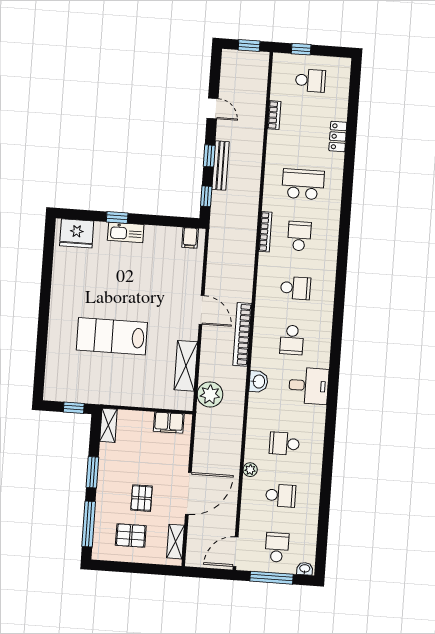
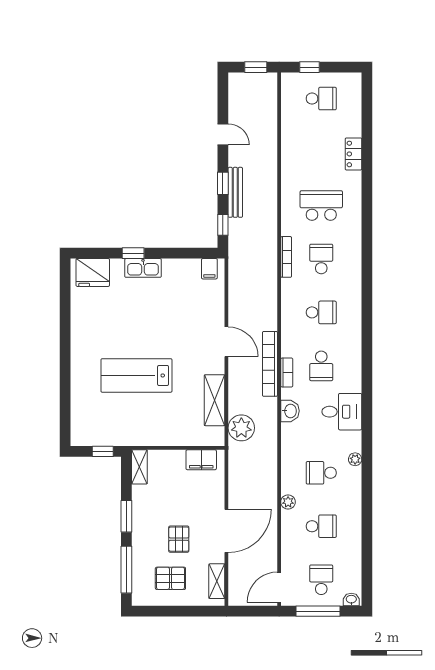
bookcase: (274, 115) -> (287, 373), moved
plant: (318, 433) -> (355, 459), added

